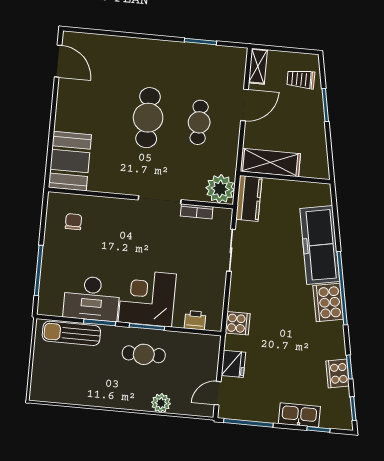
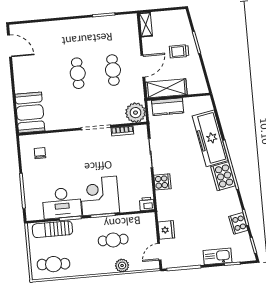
trolley: (301, 79) -> (179, 51), moved
door: (244, 105) -> (143, 66), moved
cafe table: (148, 118) -> (78, 73), width x0.73, depth x0.74
kitchen counter: (249, 198) -> (168, 107), moved, turned 90
printer: (195, 320) -> (147, 204), moved
cooker: (238, 323) -> (162, 182), moved
cafe table: (144, 354) -> (113, 240), moved
cafe table: (64, 383) -> (54, 264), added

